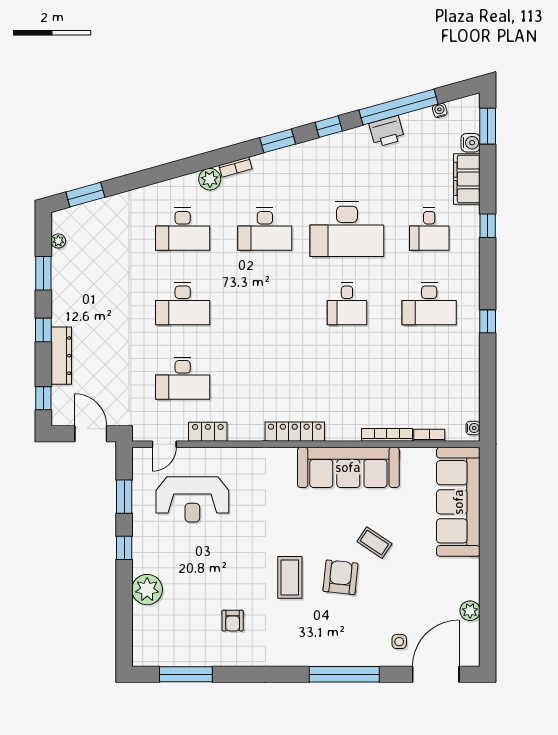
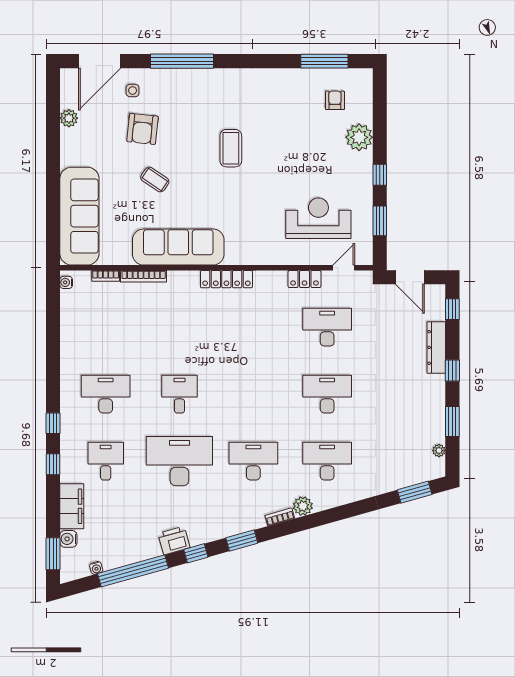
printer: (387, 131) -> (174, 541), moved
window: (488, 321) -> (53, 423), moved
armchair: (340, 577) -> (142, 129), moved
armchair: (233, 621) -> (335, 100), moved

